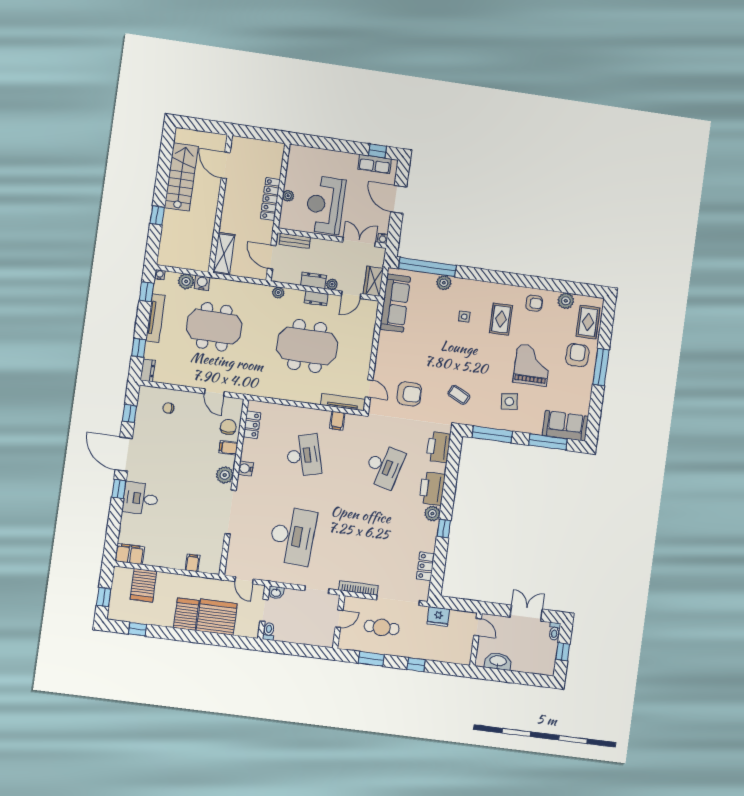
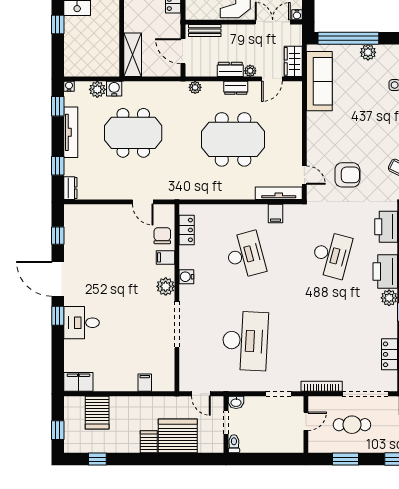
chair: (168, 408) -> (97, 224), removed
server rack: (186, 614) -> (149, 442), width x0.73, depth x0.70

